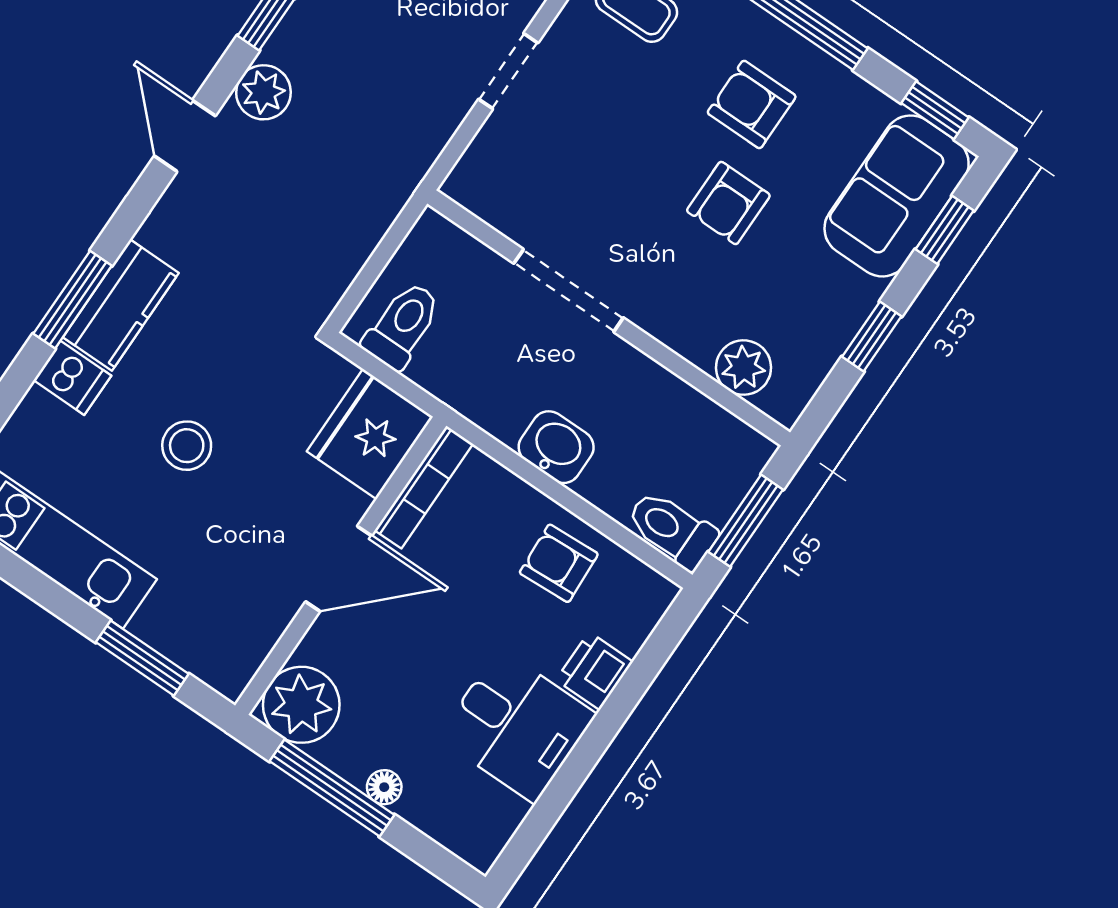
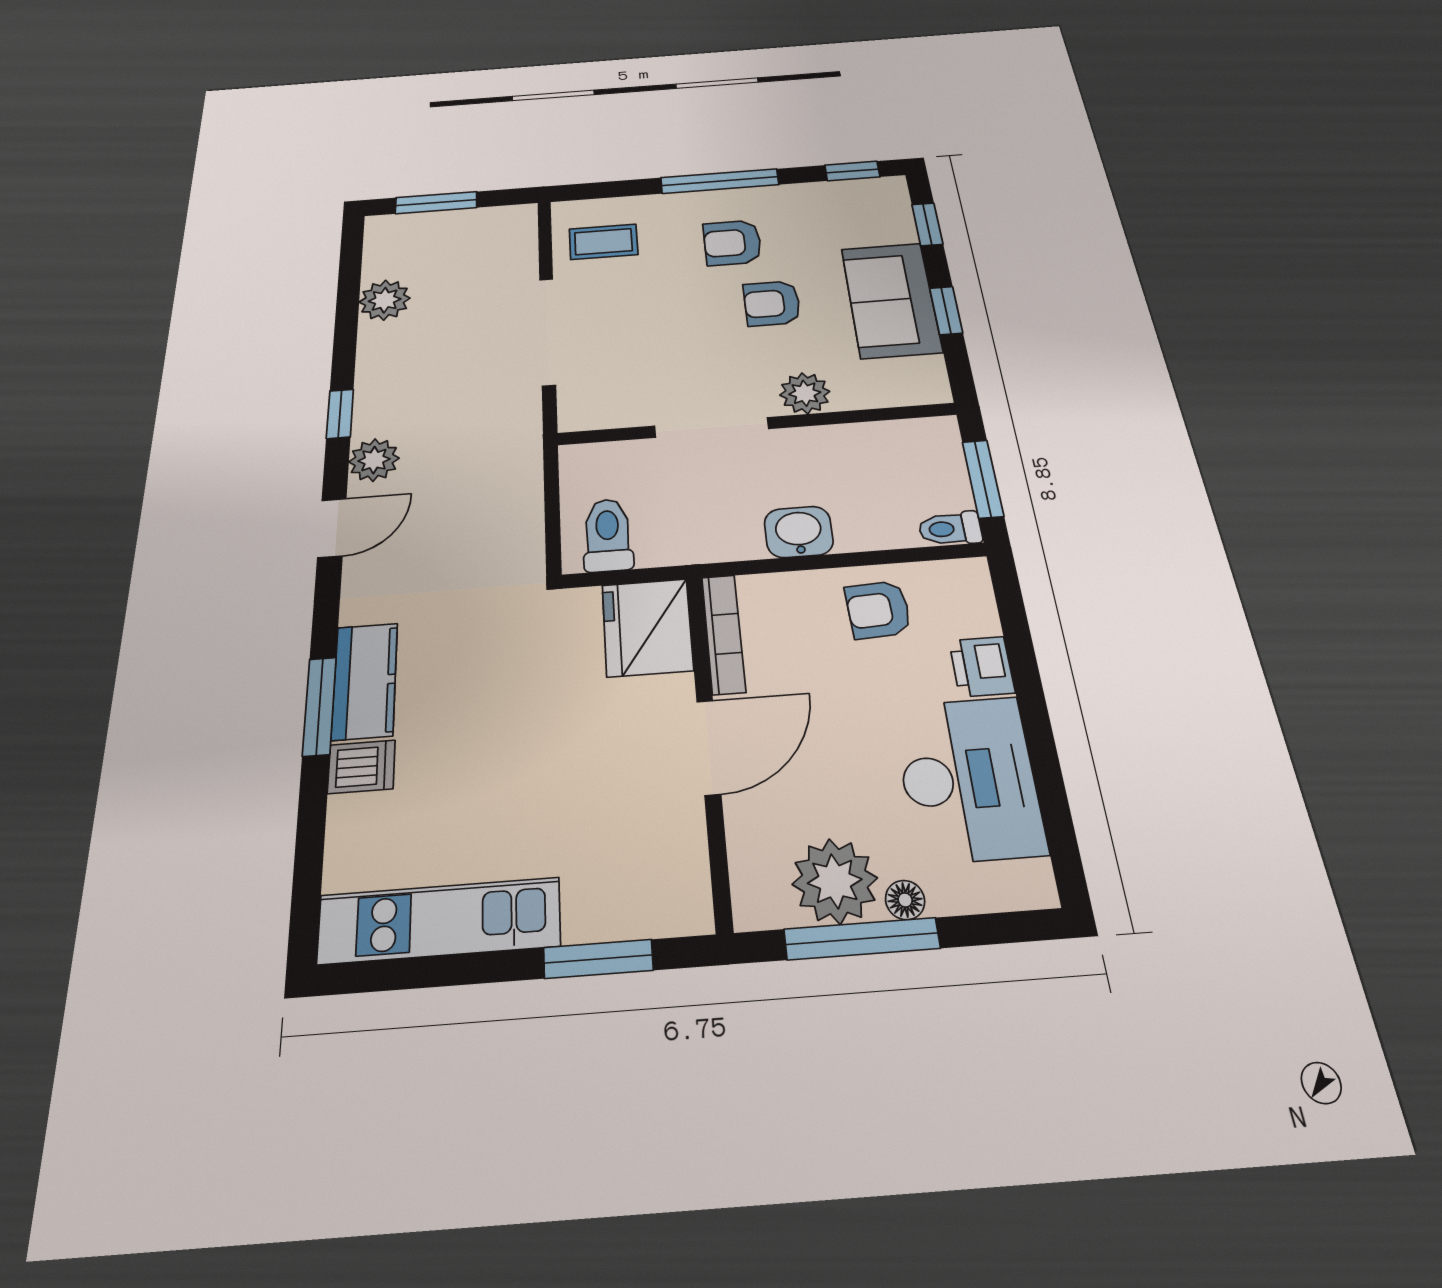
doorway: (508, 71) -> (548, 331), width x1.88
door: (185, 136) -> (332, 528), swing flipped
sofa: (897, 196) -> (891, 300), moved
armchair: (728, 203) -> (772, 303), turned 90
plant: (743, 368) -> (805, 393), moved
stool: (187, 446) -> (502, 747), removed
toilet: (672, 529) -> (950, 529), width x0.73, depth x0.72
plant: (301, 705) -> (835, 881), moved
desk: (517, 726) -> (968, 779), width x1.37

